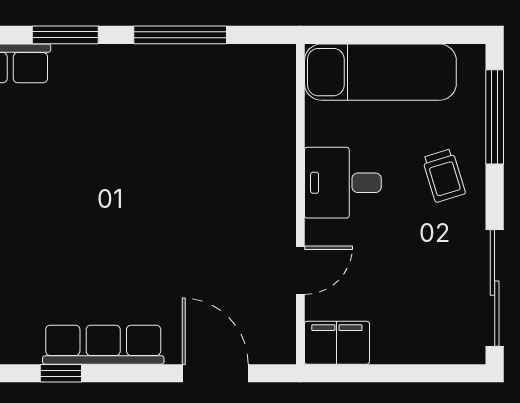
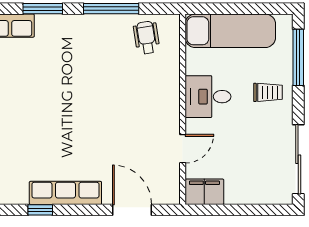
wheelchair: (239, 83) -> (146, 37), added
trolley: (444, 176) -> (268, 92), turned -73

